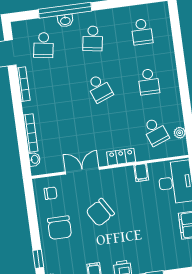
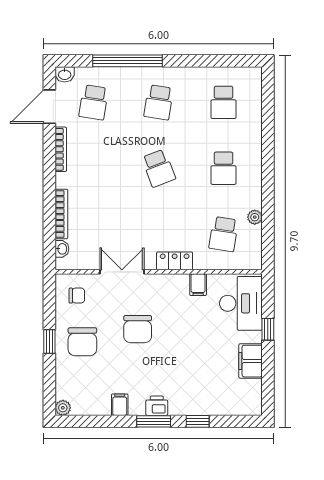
washbasin: (65, 21) -> (65, 74), moved
school desk: (155, 132) -> (224, 234), turned 30
plant: (180, 133) -> (255, 217), moved
chair: (100, 212) -> (138, 329), turned -58
window: (38, 259) -> (49, 341), moved

